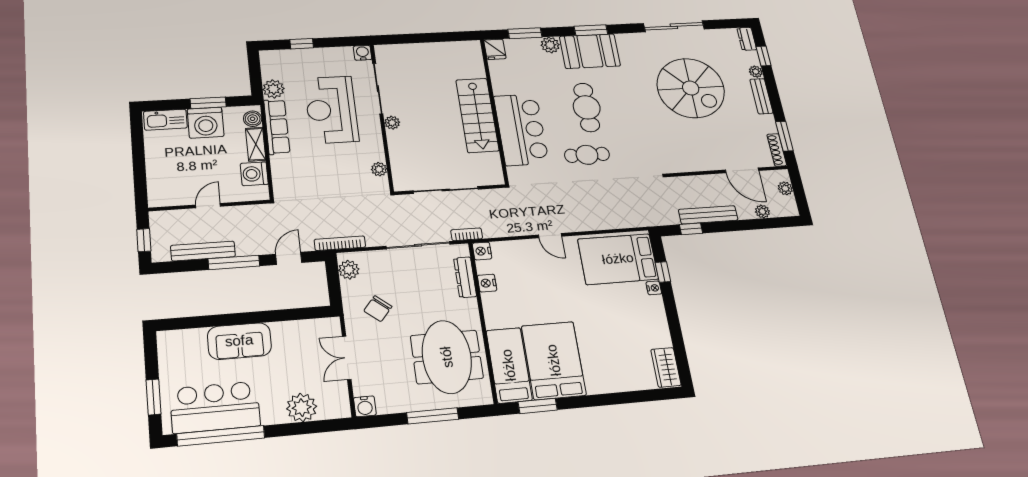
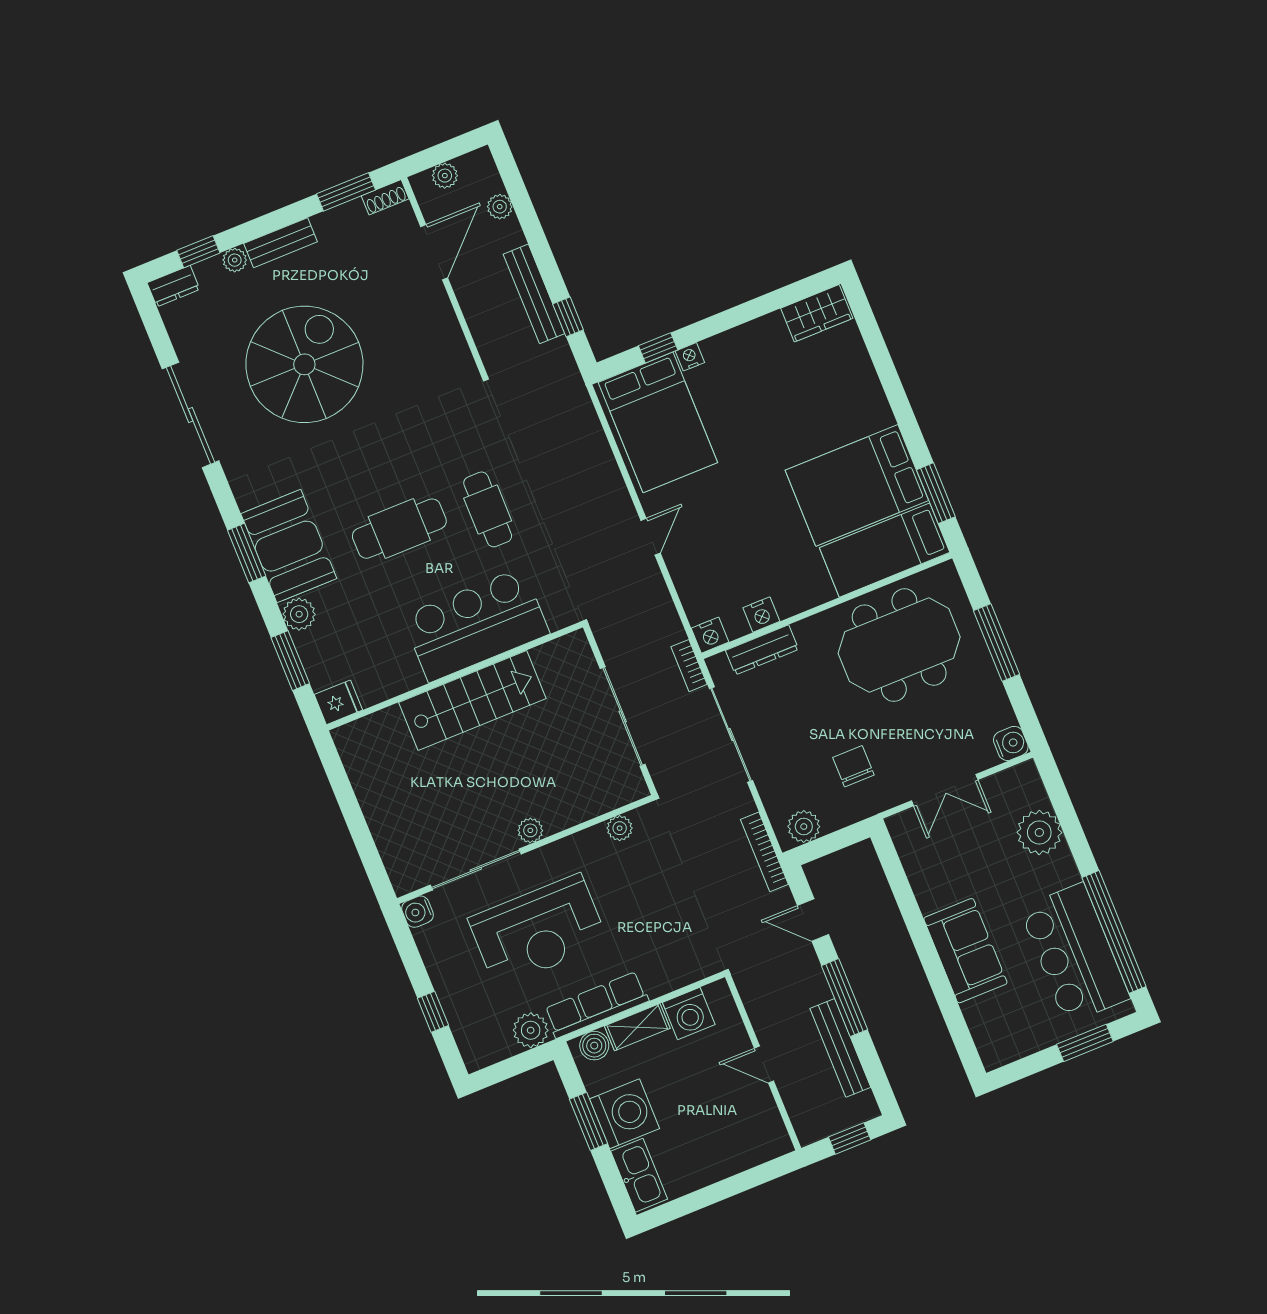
shoe rack: (777, 150) -> (385, 197), width x0.70
chair: (378, 309) -> (853, 766), turned -130

